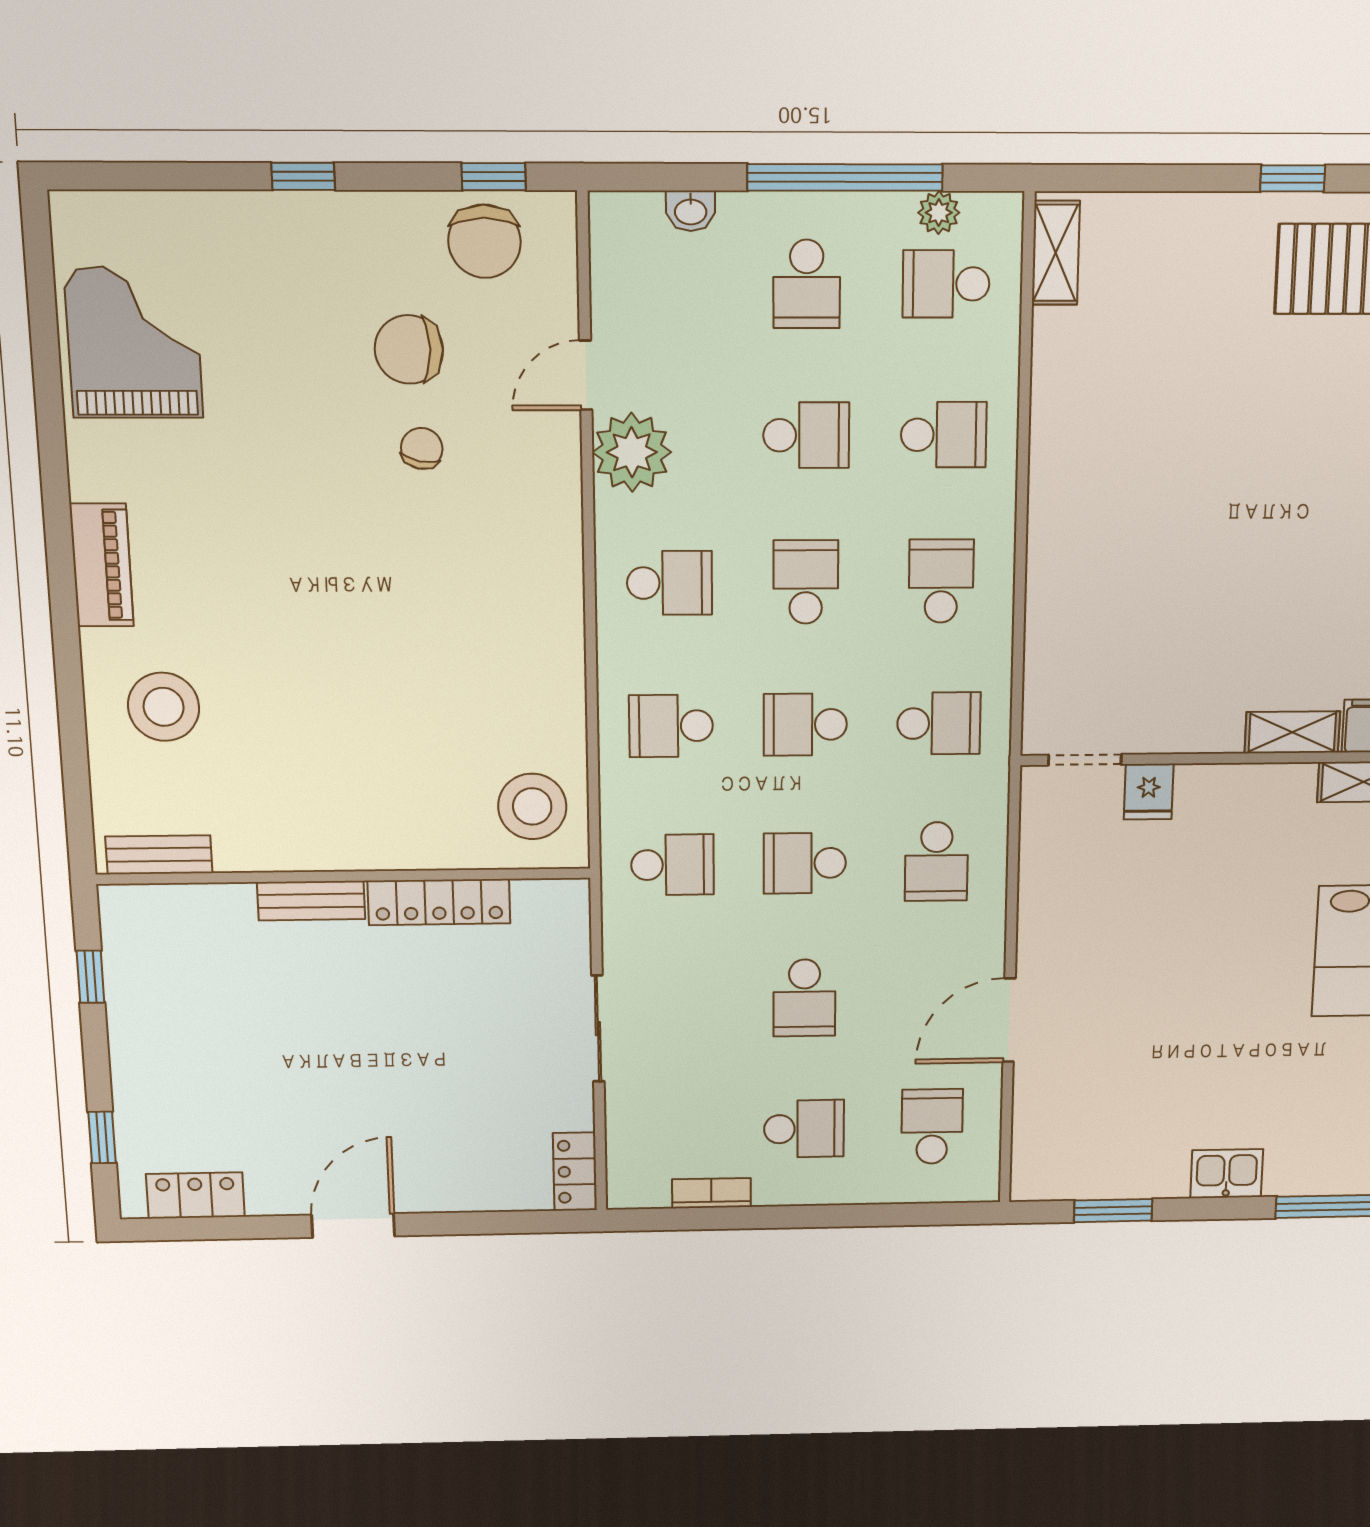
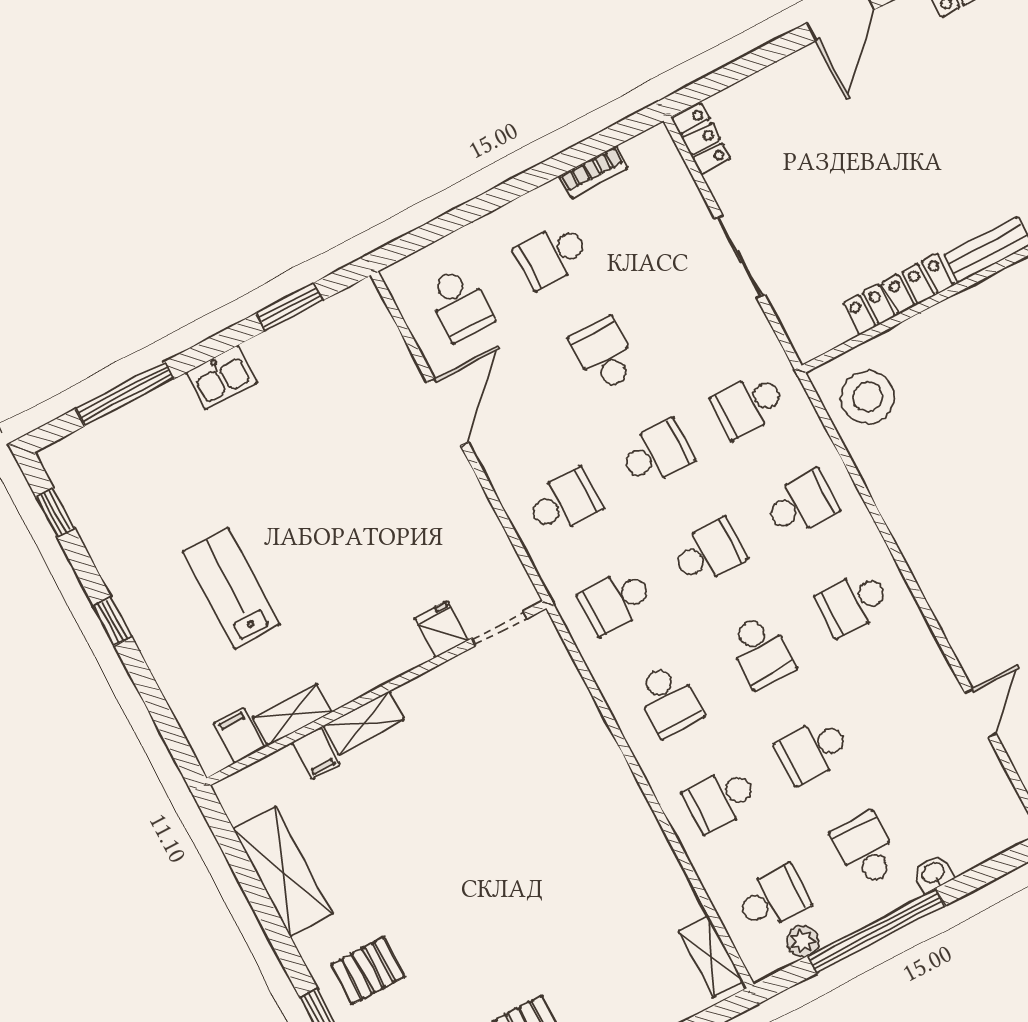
washbasin: (691, 211) -> (933, 873), moved
plant: (632, 452) -> (924, 678), removed
school desk: (936, 862) -> (564, 502), turned 90

